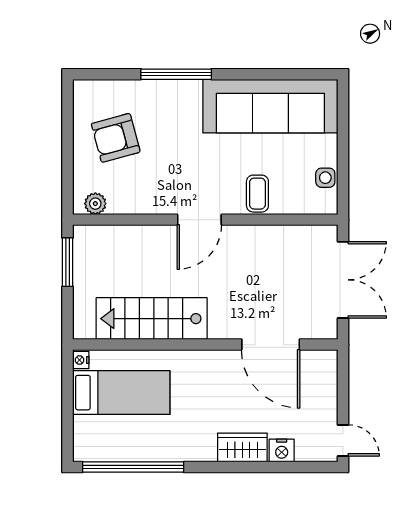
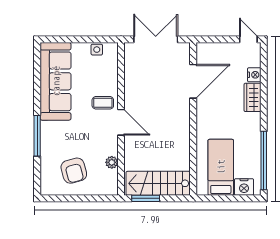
coffee table: (257, 194) -> (103, 103), moved
plant: (95, 204) -> (112, 162), moved
stairs: (152, 319) -> (158, 183), moved, turned 90
nightstand: (81, 360) -> (244, 187), moved, width x1.89, depth x1.79
door: (343, 440) -> (248, 39), hinge flipped

